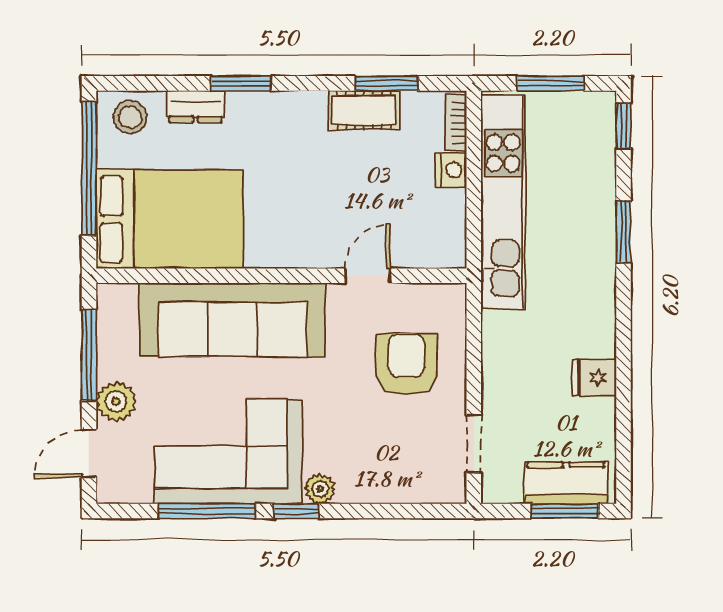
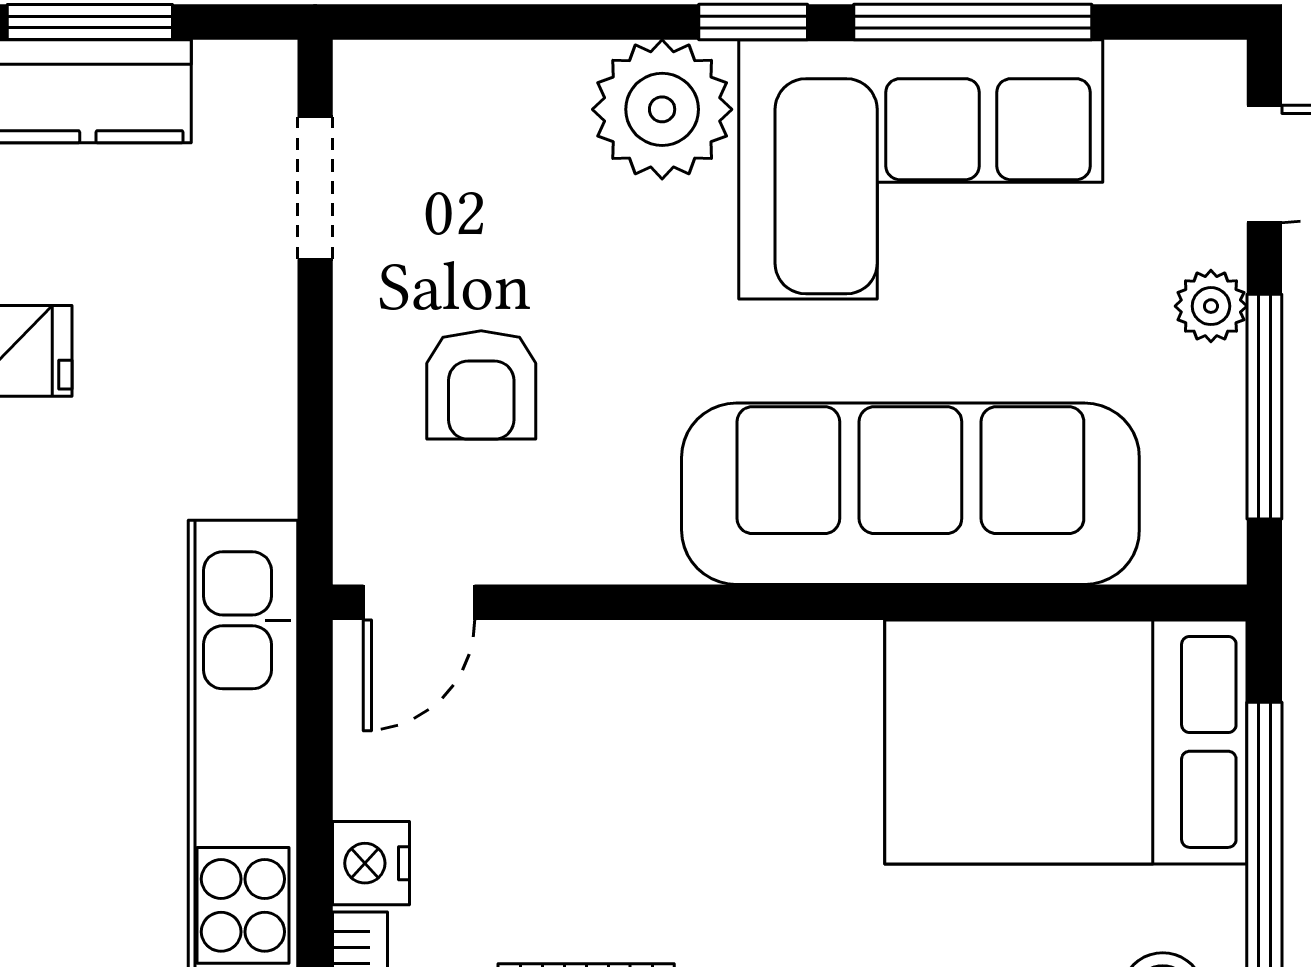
door: (368, 276) -> (419, 602), moved
armchair: (406, 364) -> (481, 385), width x0.72, depth x0.72
plant: (116, 401) -> (1211, 306), width x0.73, depth x0.73
plant: (320, 489) -> (662, 109), width x1.87, depth x1.87

